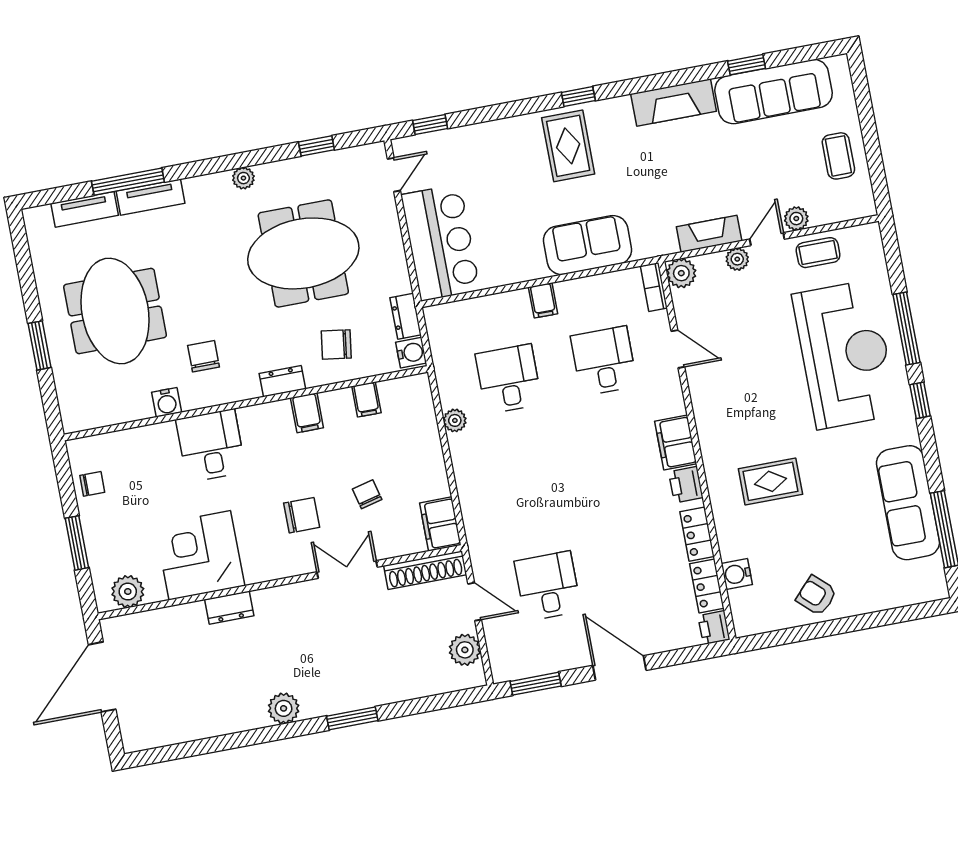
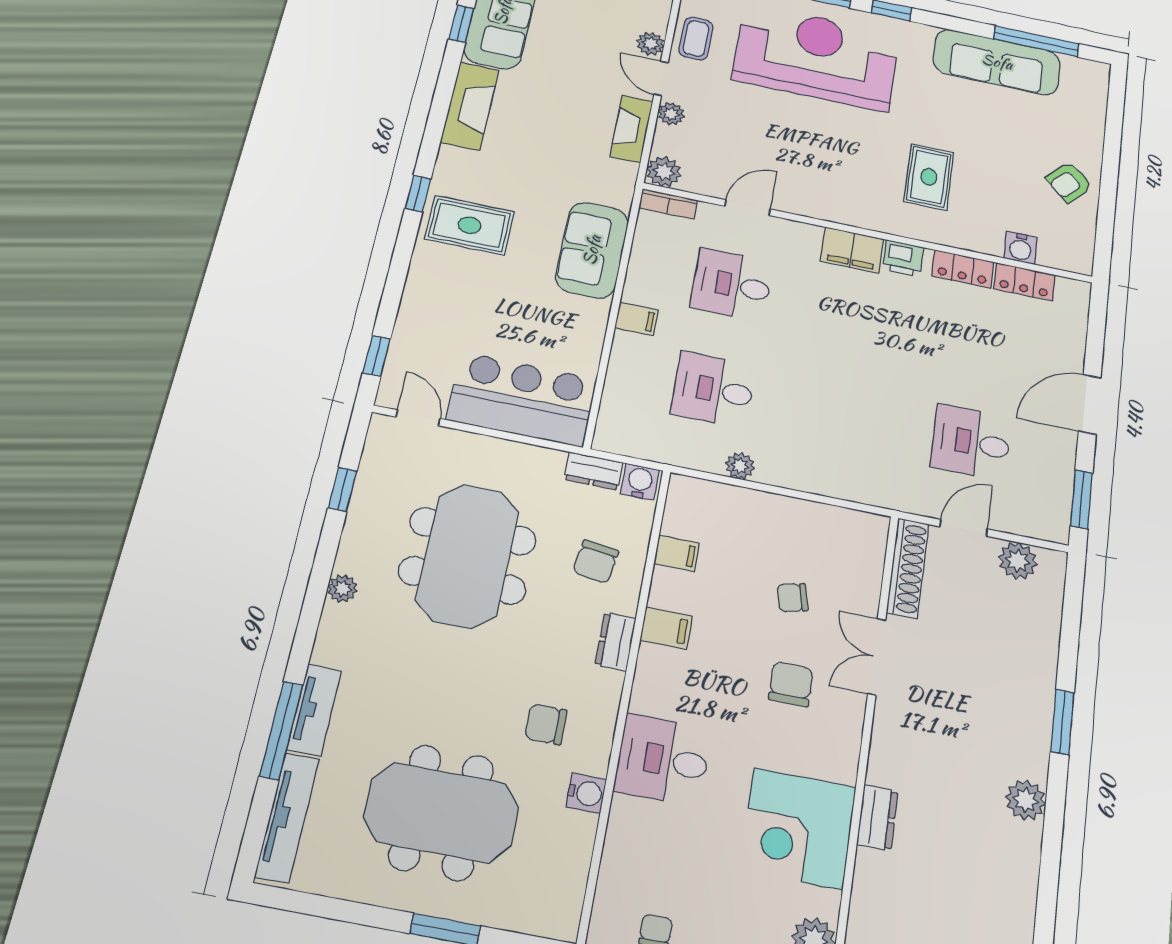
tv unit: (85, 209) -> (287, 817), width x1.41
filing cabinet: (440, 524) -> (858, 530), removed
printer: (714, 628) -> (1073, 293), removed

